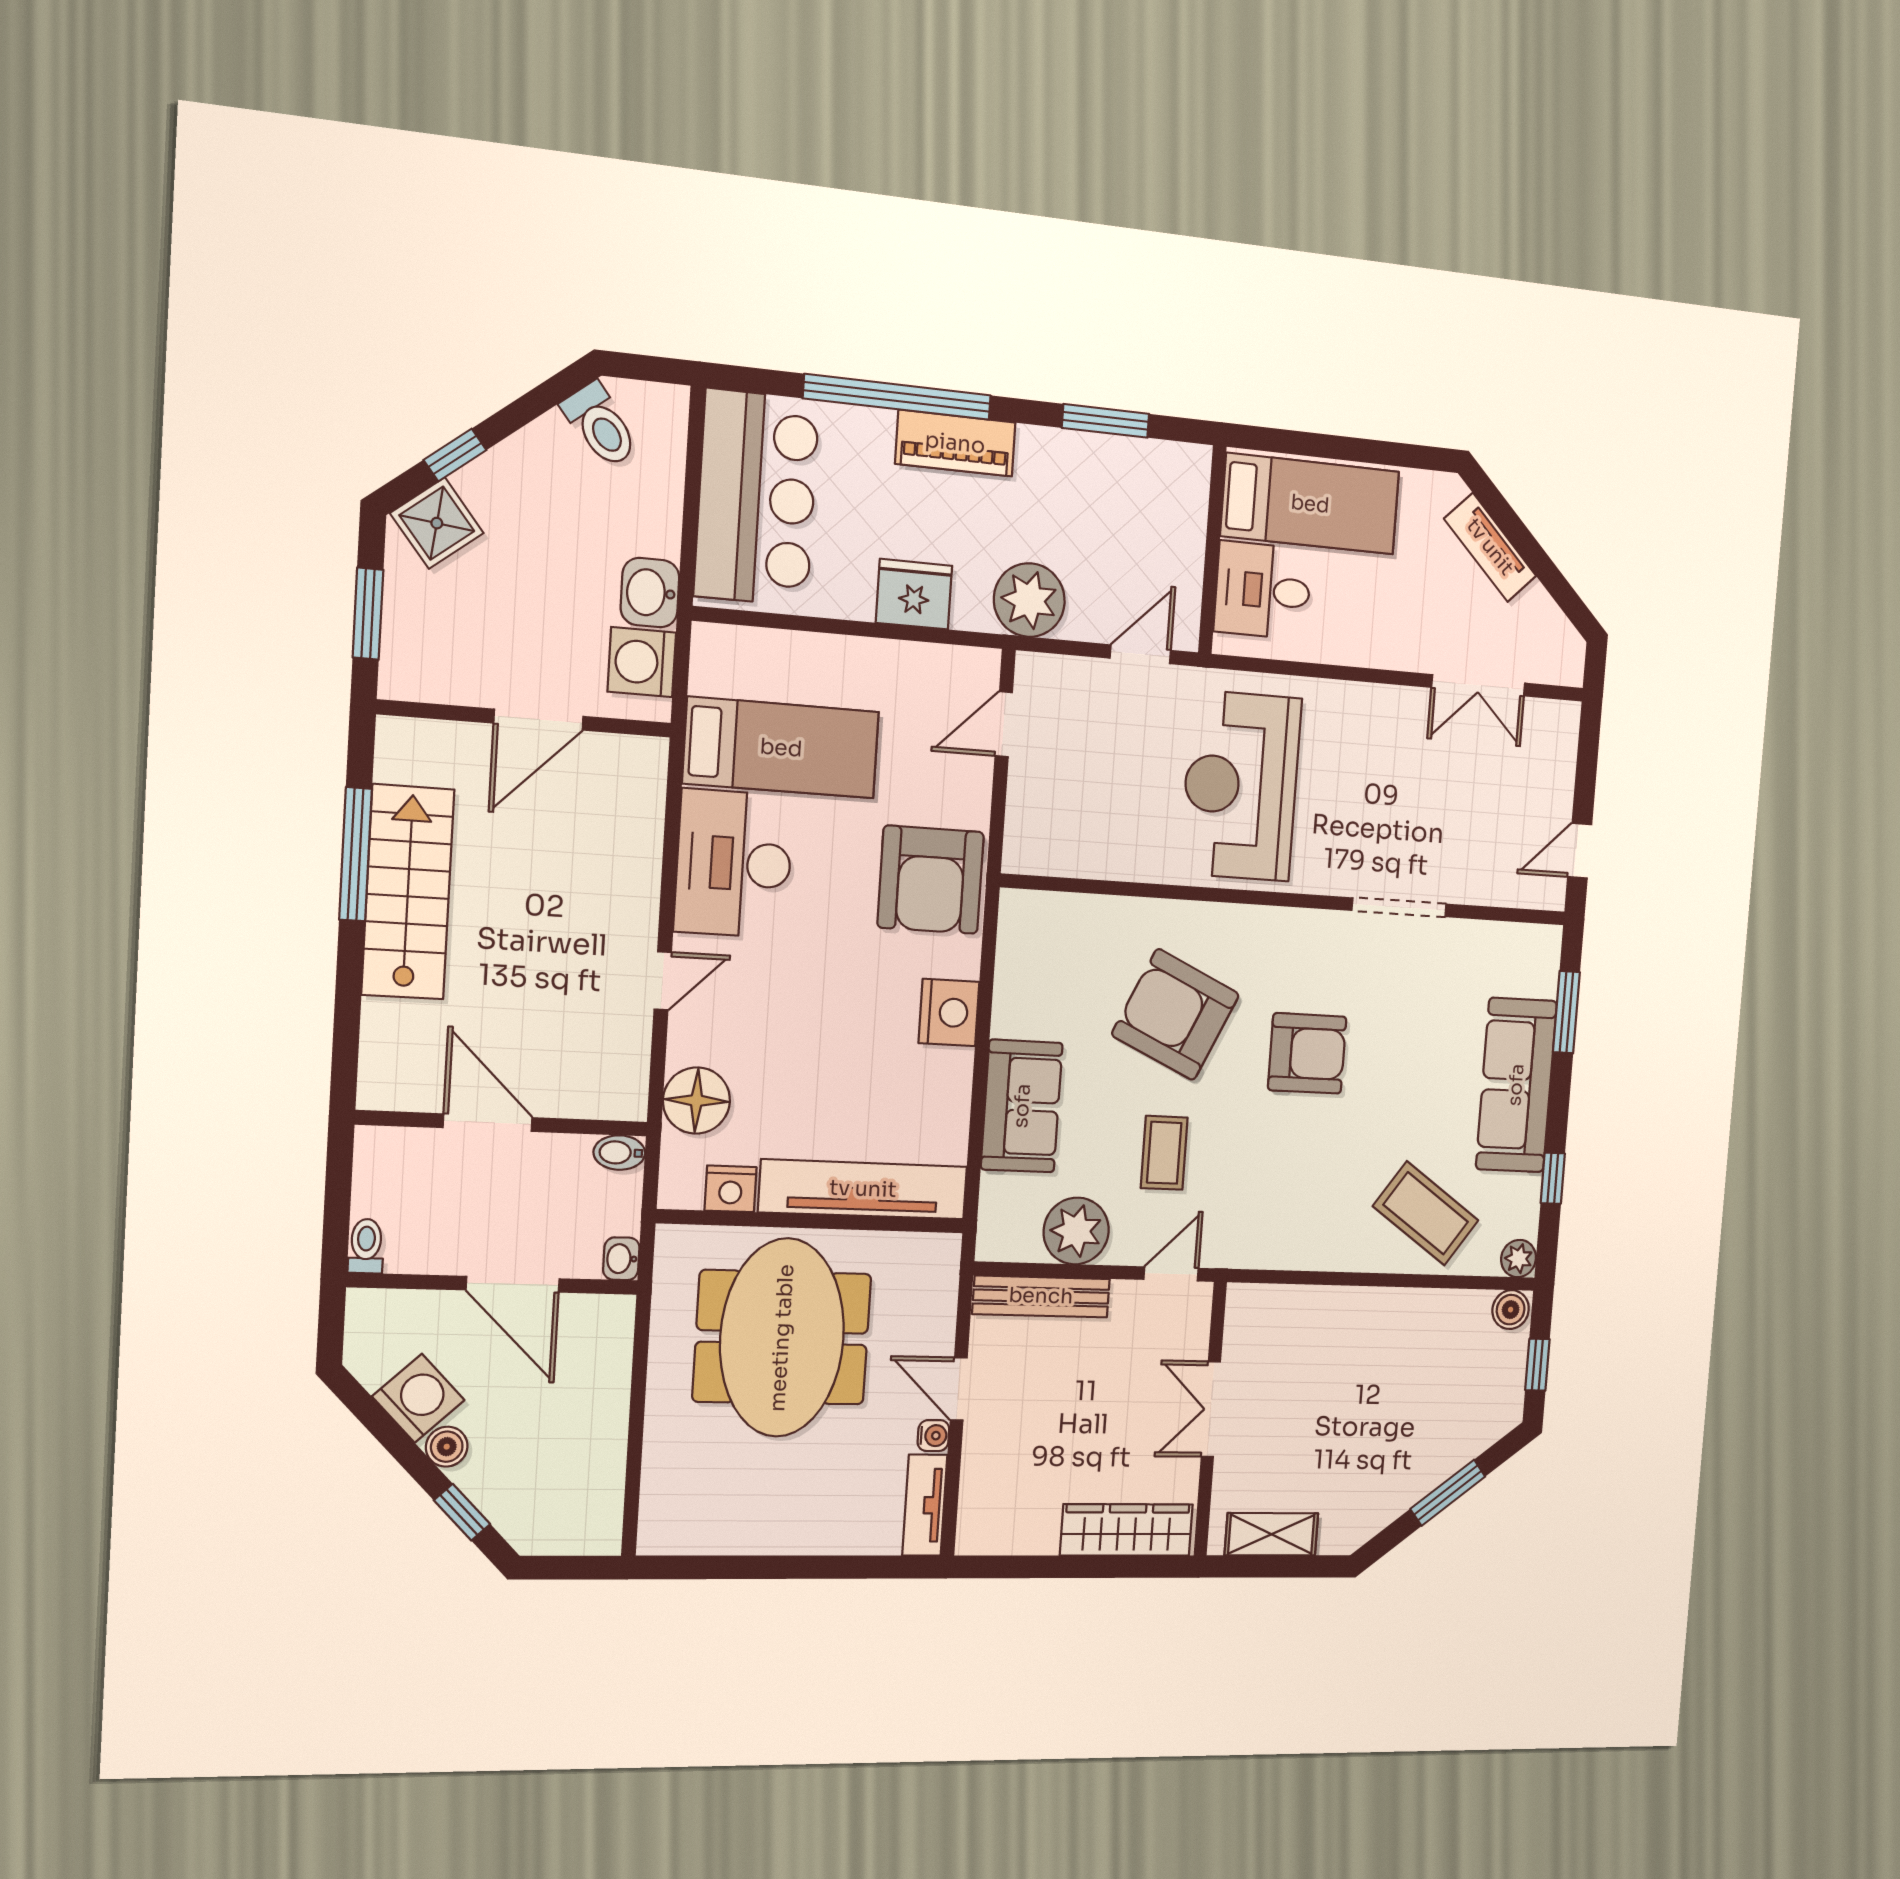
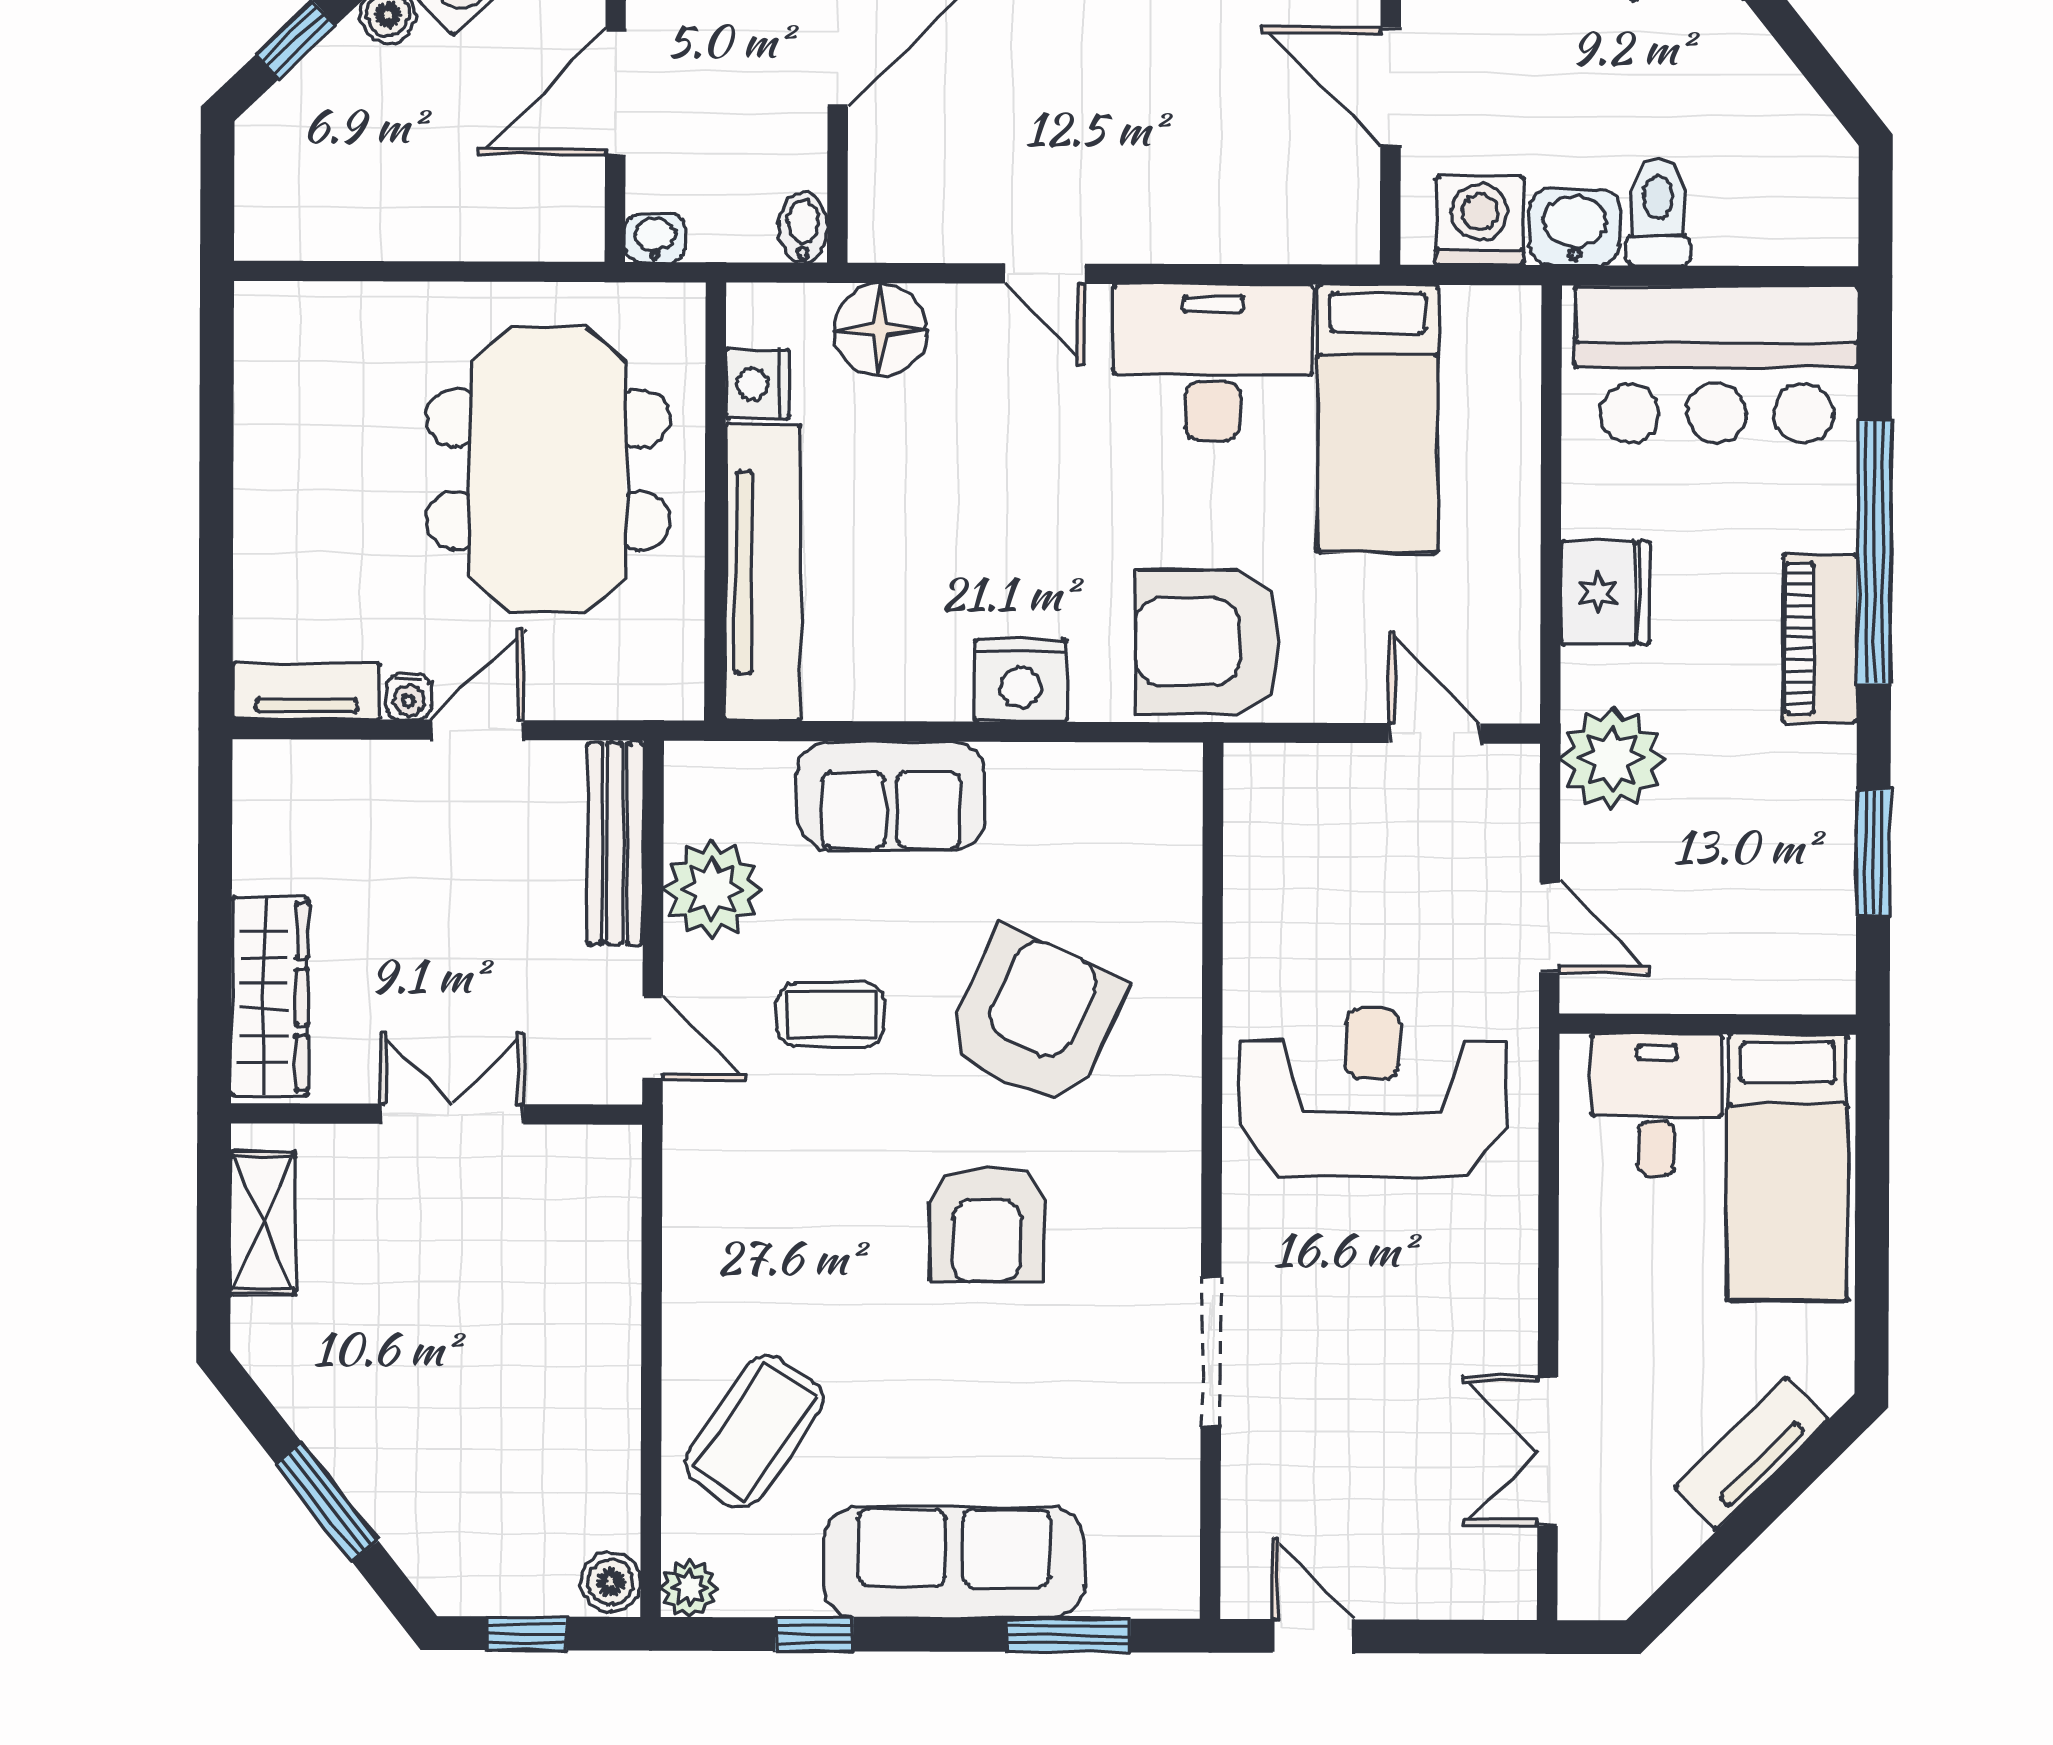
toilet: (600, 425) -> (1658, 212), moved, turned 128
meeting table: (782, 1338) -> (548, 469), turned 90

